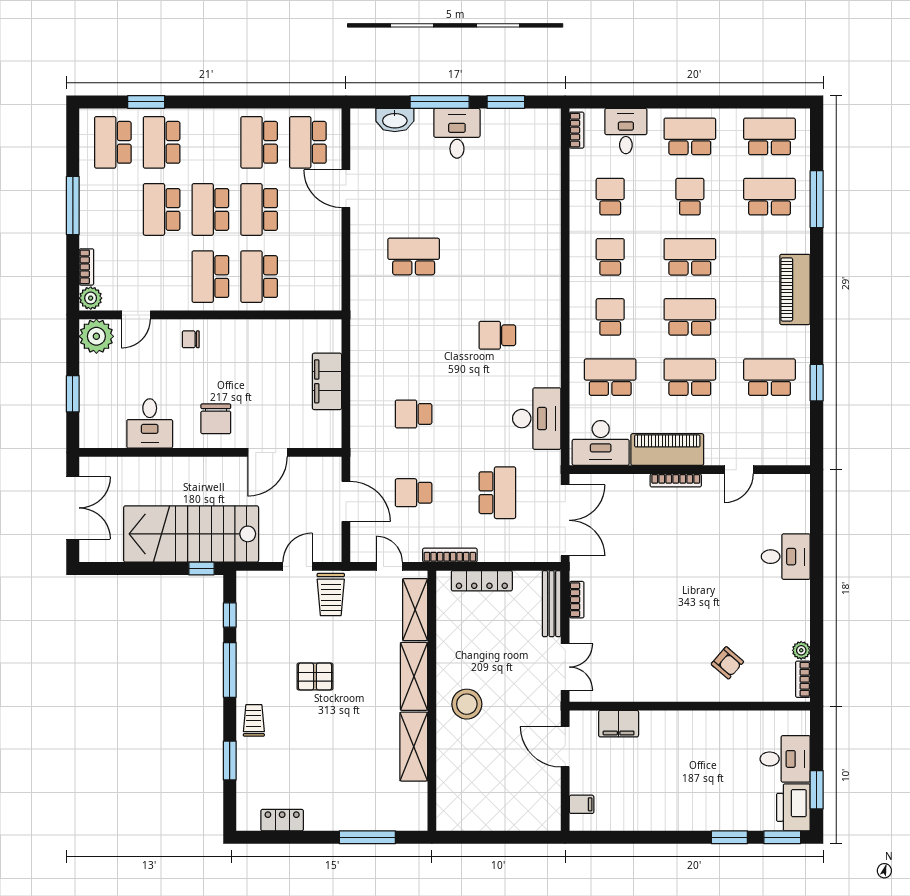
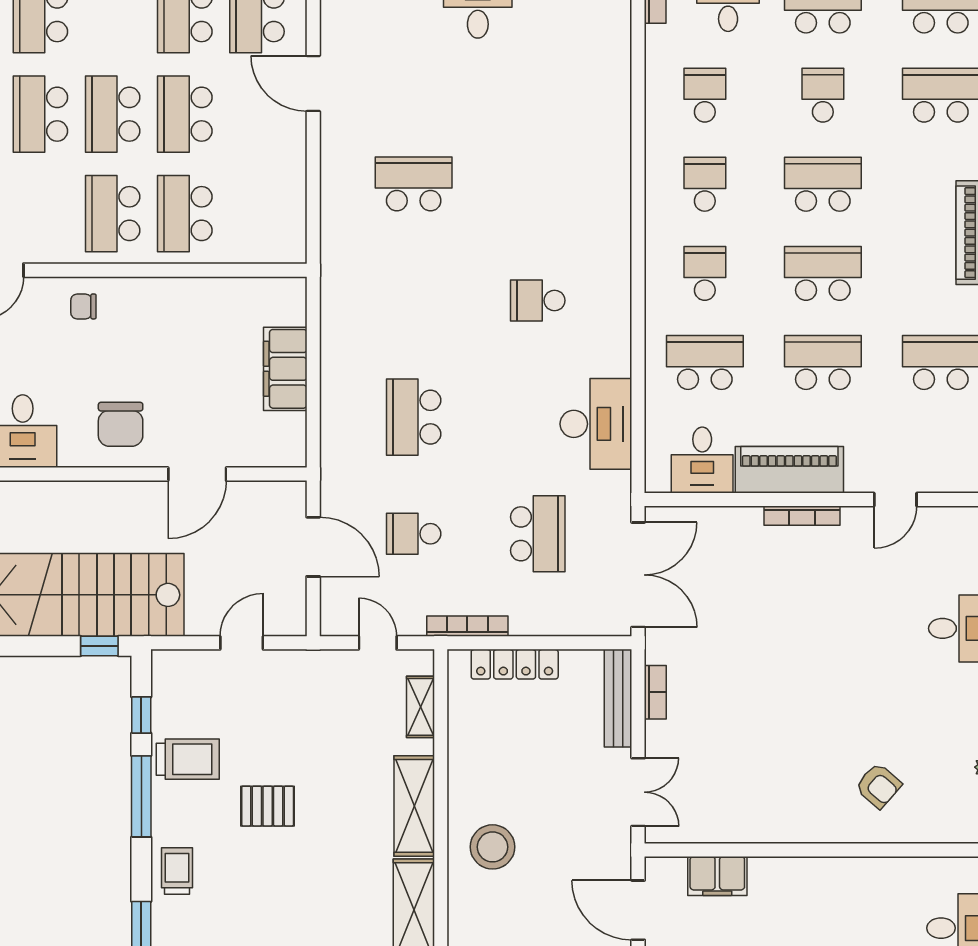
school desk: (414, 414) -> (414, 417), width x1.85
desk: (601, 443) -> (702, 460), width x0.73
trolley: (331, 594) -> (188, 759), moved, turned -90
shelving: (415, 610) -> (420, 707), width x0.67, depth x0.75

